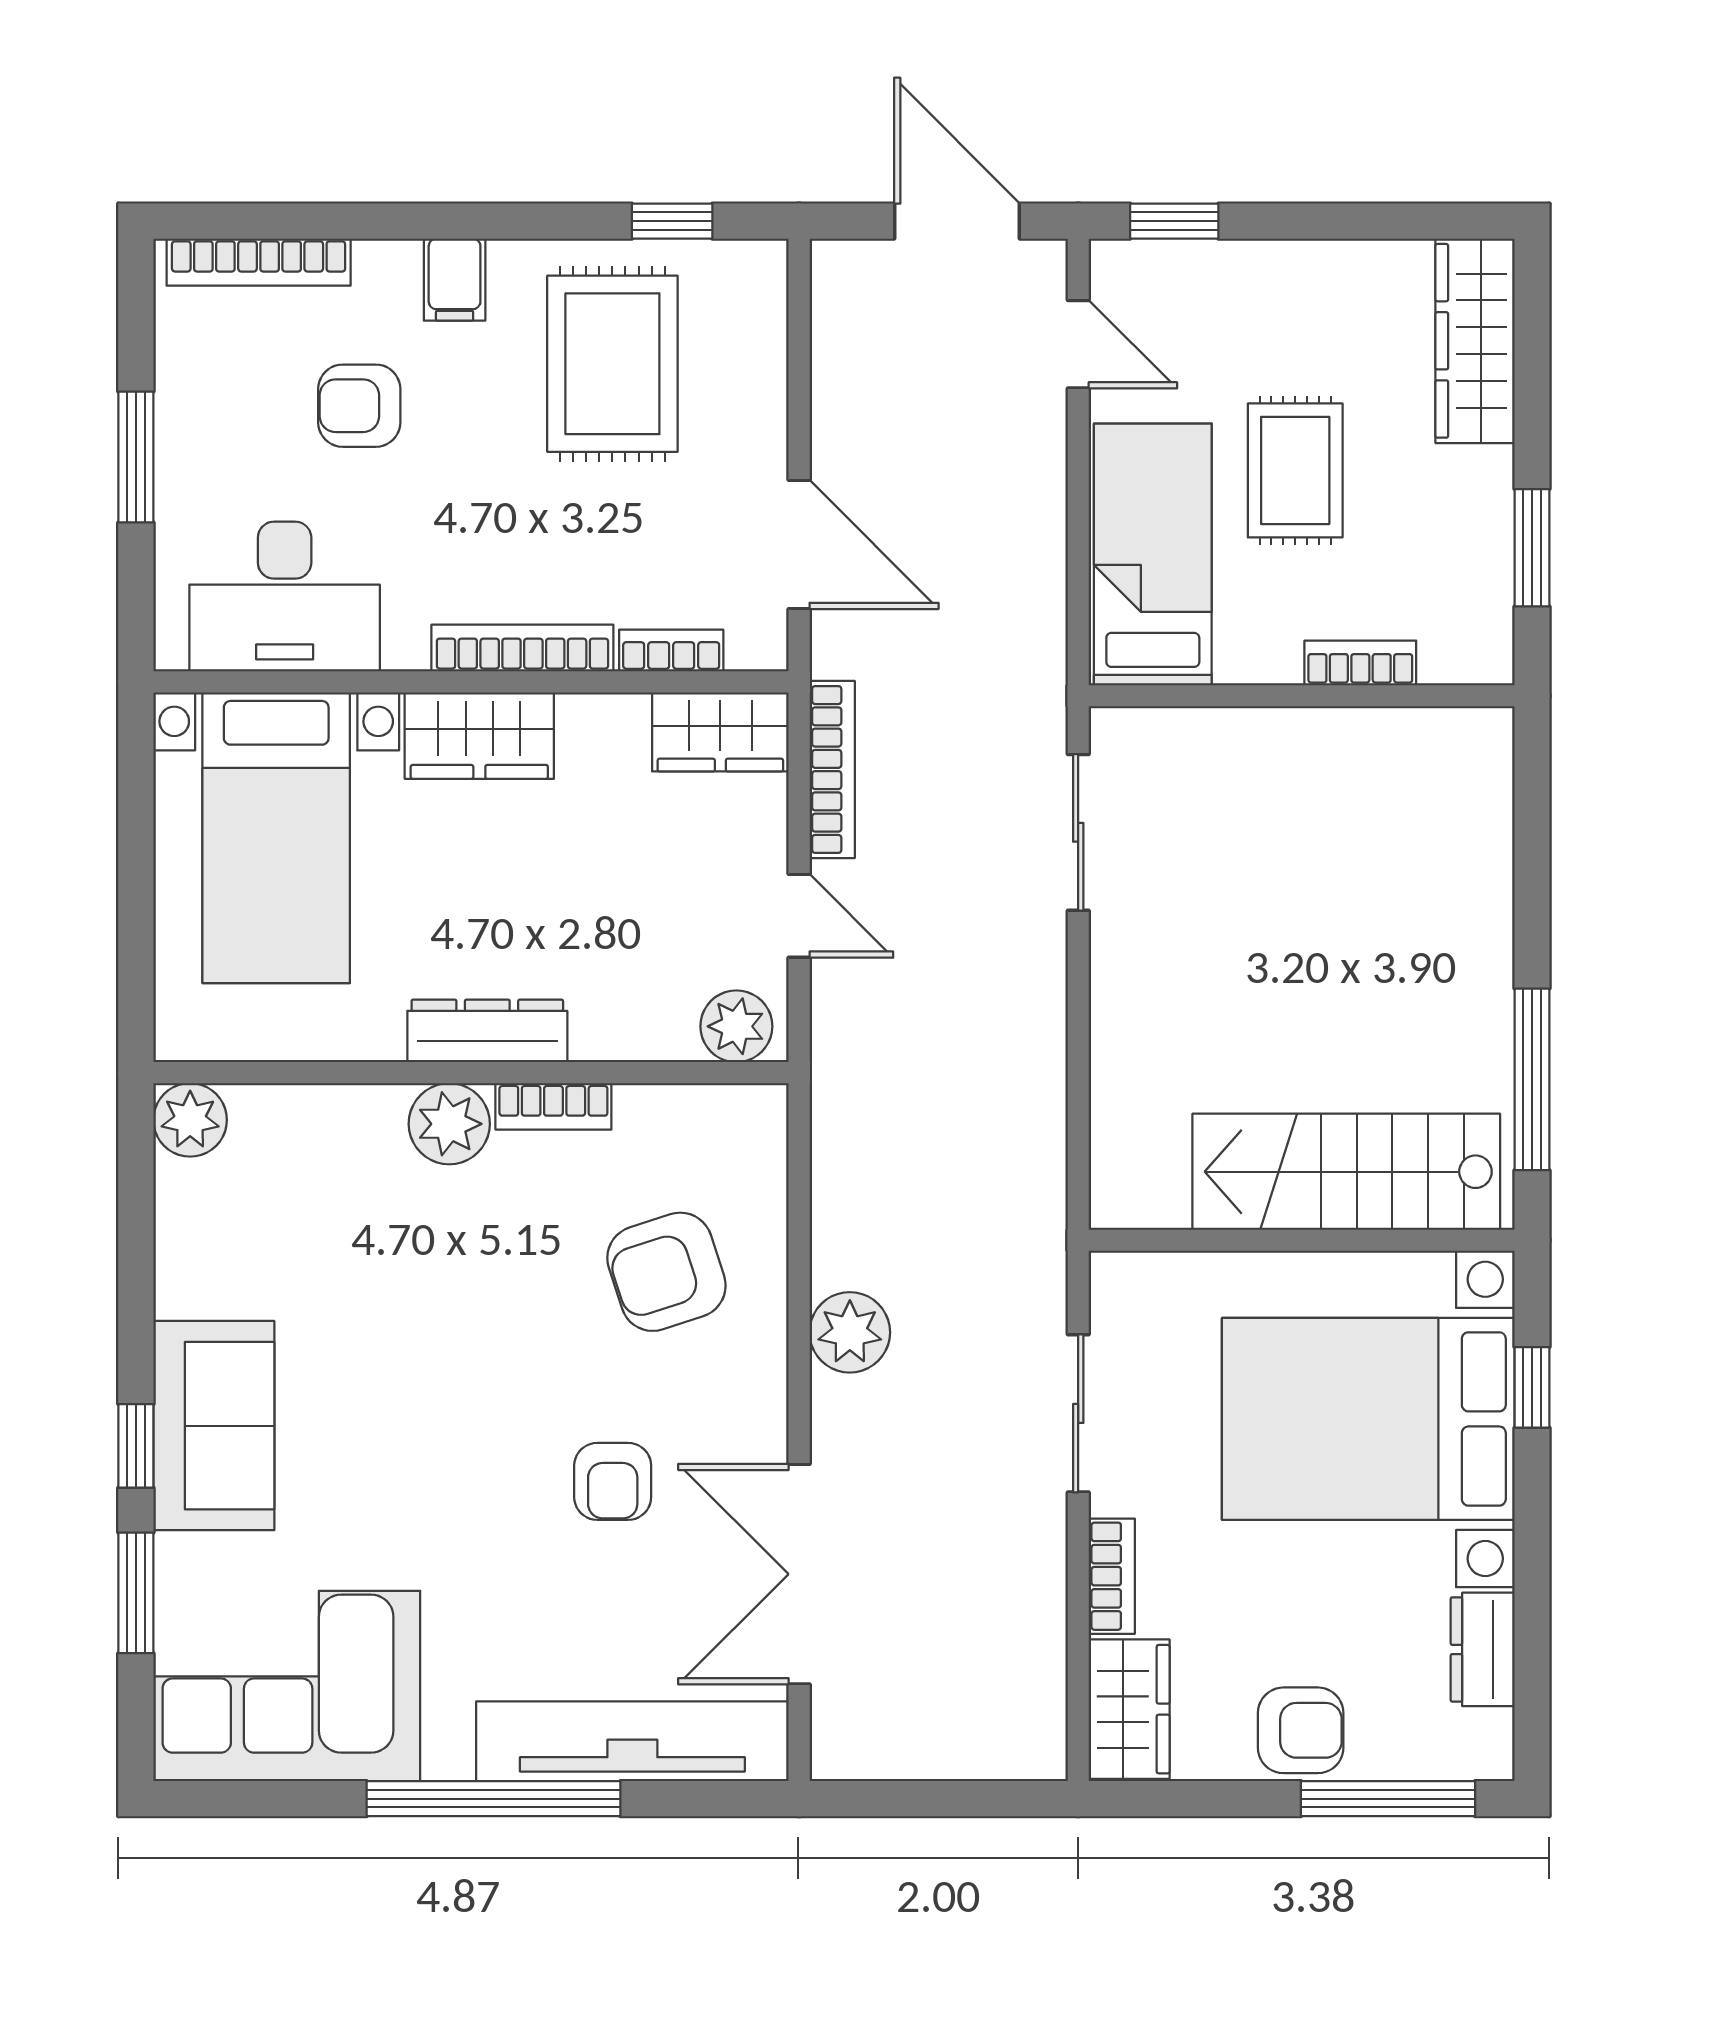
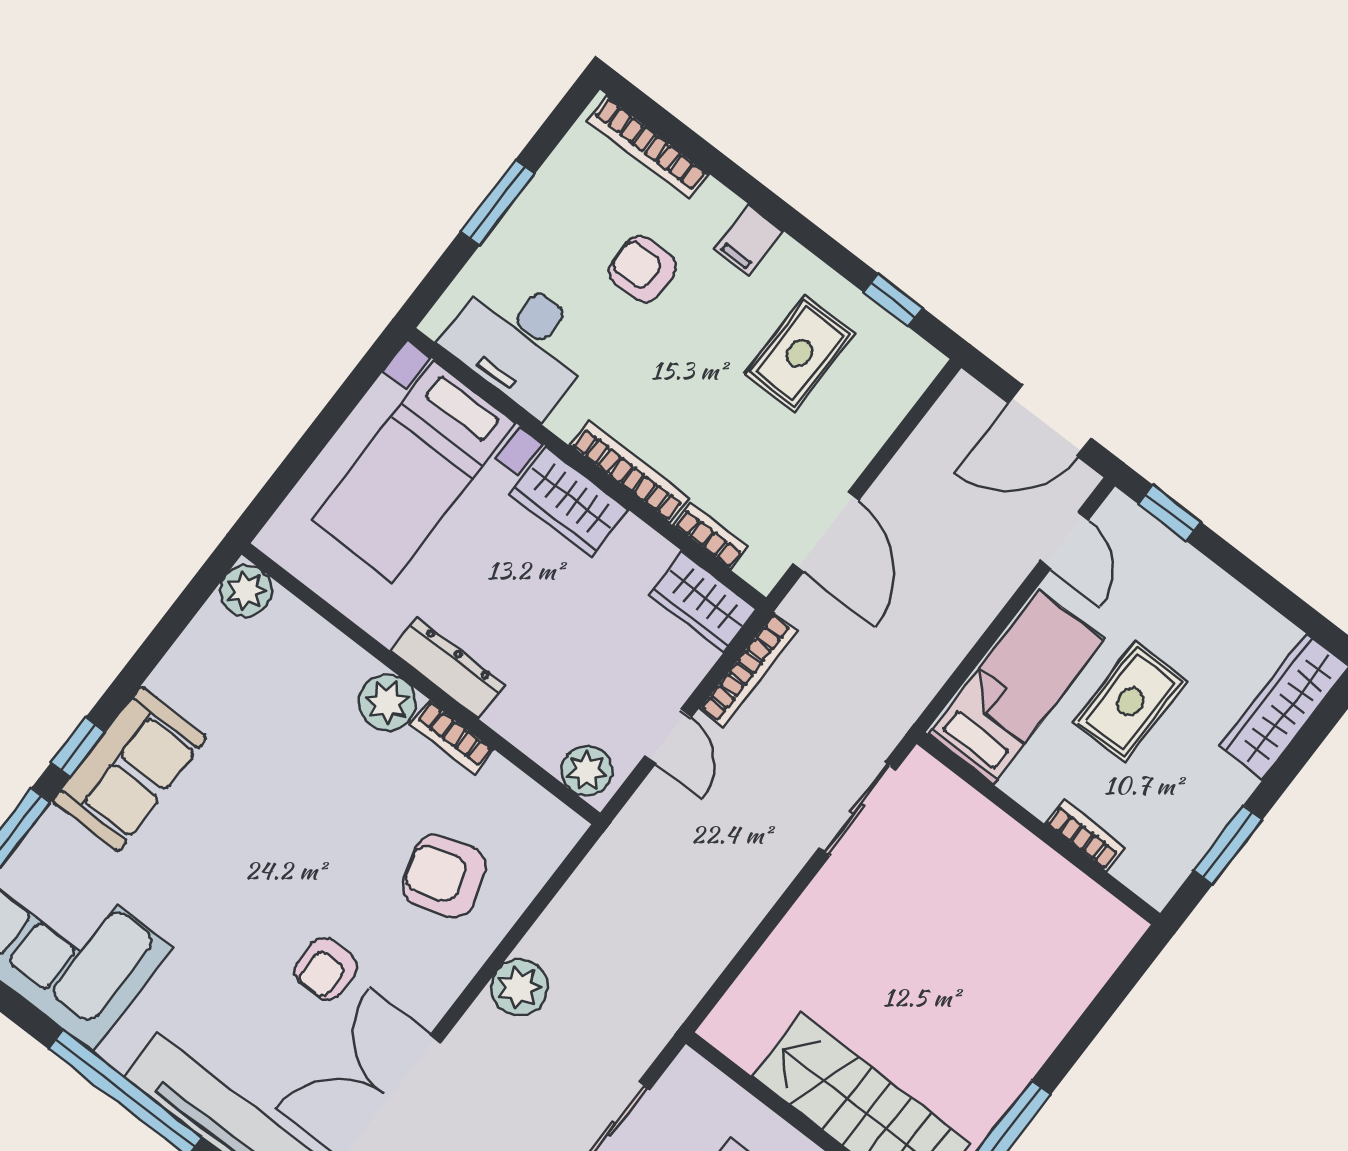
door: (957, 221) -> (1050, 421), swing flipped
rug: (612, 364) -> (800, 353), width x0.73, depth x0.70

